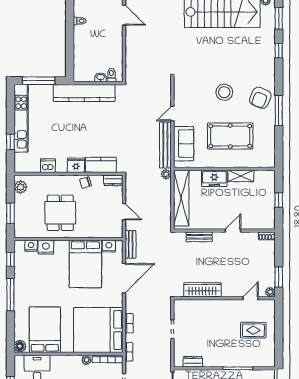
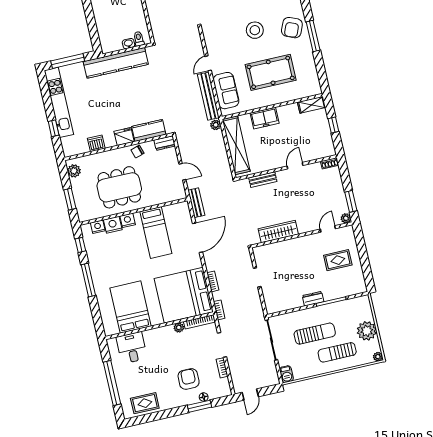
shelving: (241, 176) -> (312, 105), moved
dining table: (60, 213) -> (119, 187), width x1.38
nightstand: (109, 246) -> (128, 220), moved
bed: (85, 264) -> (156, 233), width x0.67
floor lamp: (20, 346) -> (109, 329), removed
dresser: (193, 362) -> (313, 299), moved

